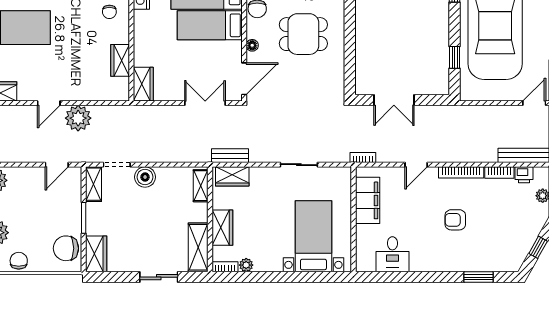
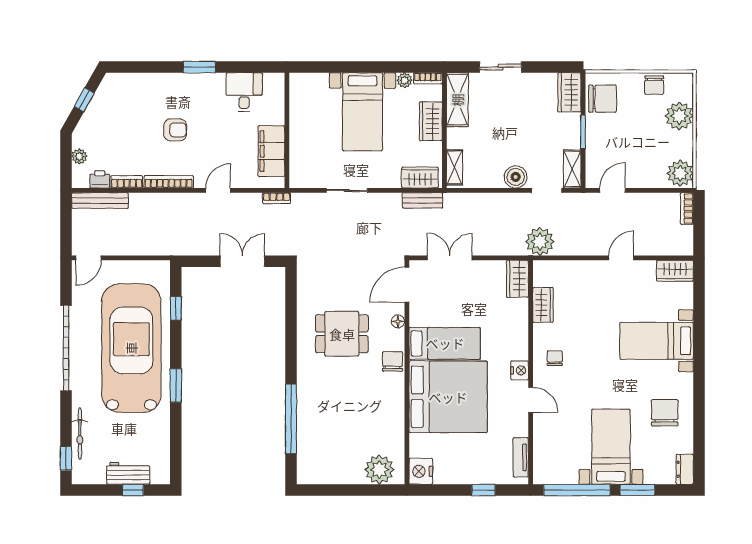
double door: (205, 103) -> (450, 258), swing flipped
plant: (78, 118) -> (540, 241), moved
bed with nightstands: (313, 236) -> (362, 112), moved
window: (478, 277) -> (199, 67), moved

